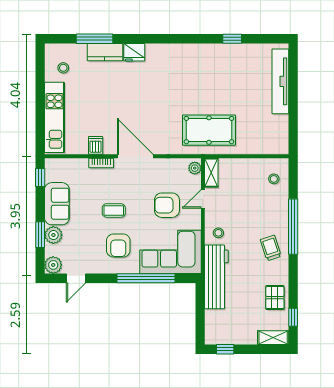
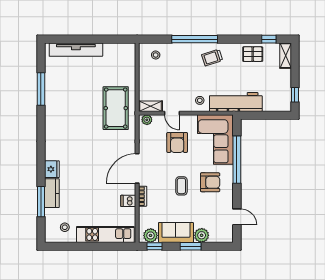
window: (232, 39) -> (41, 89), width x2.17
window: (40, 235) -> (191, 246), moved
plant: (53, 265) -> (151, 235), moved

